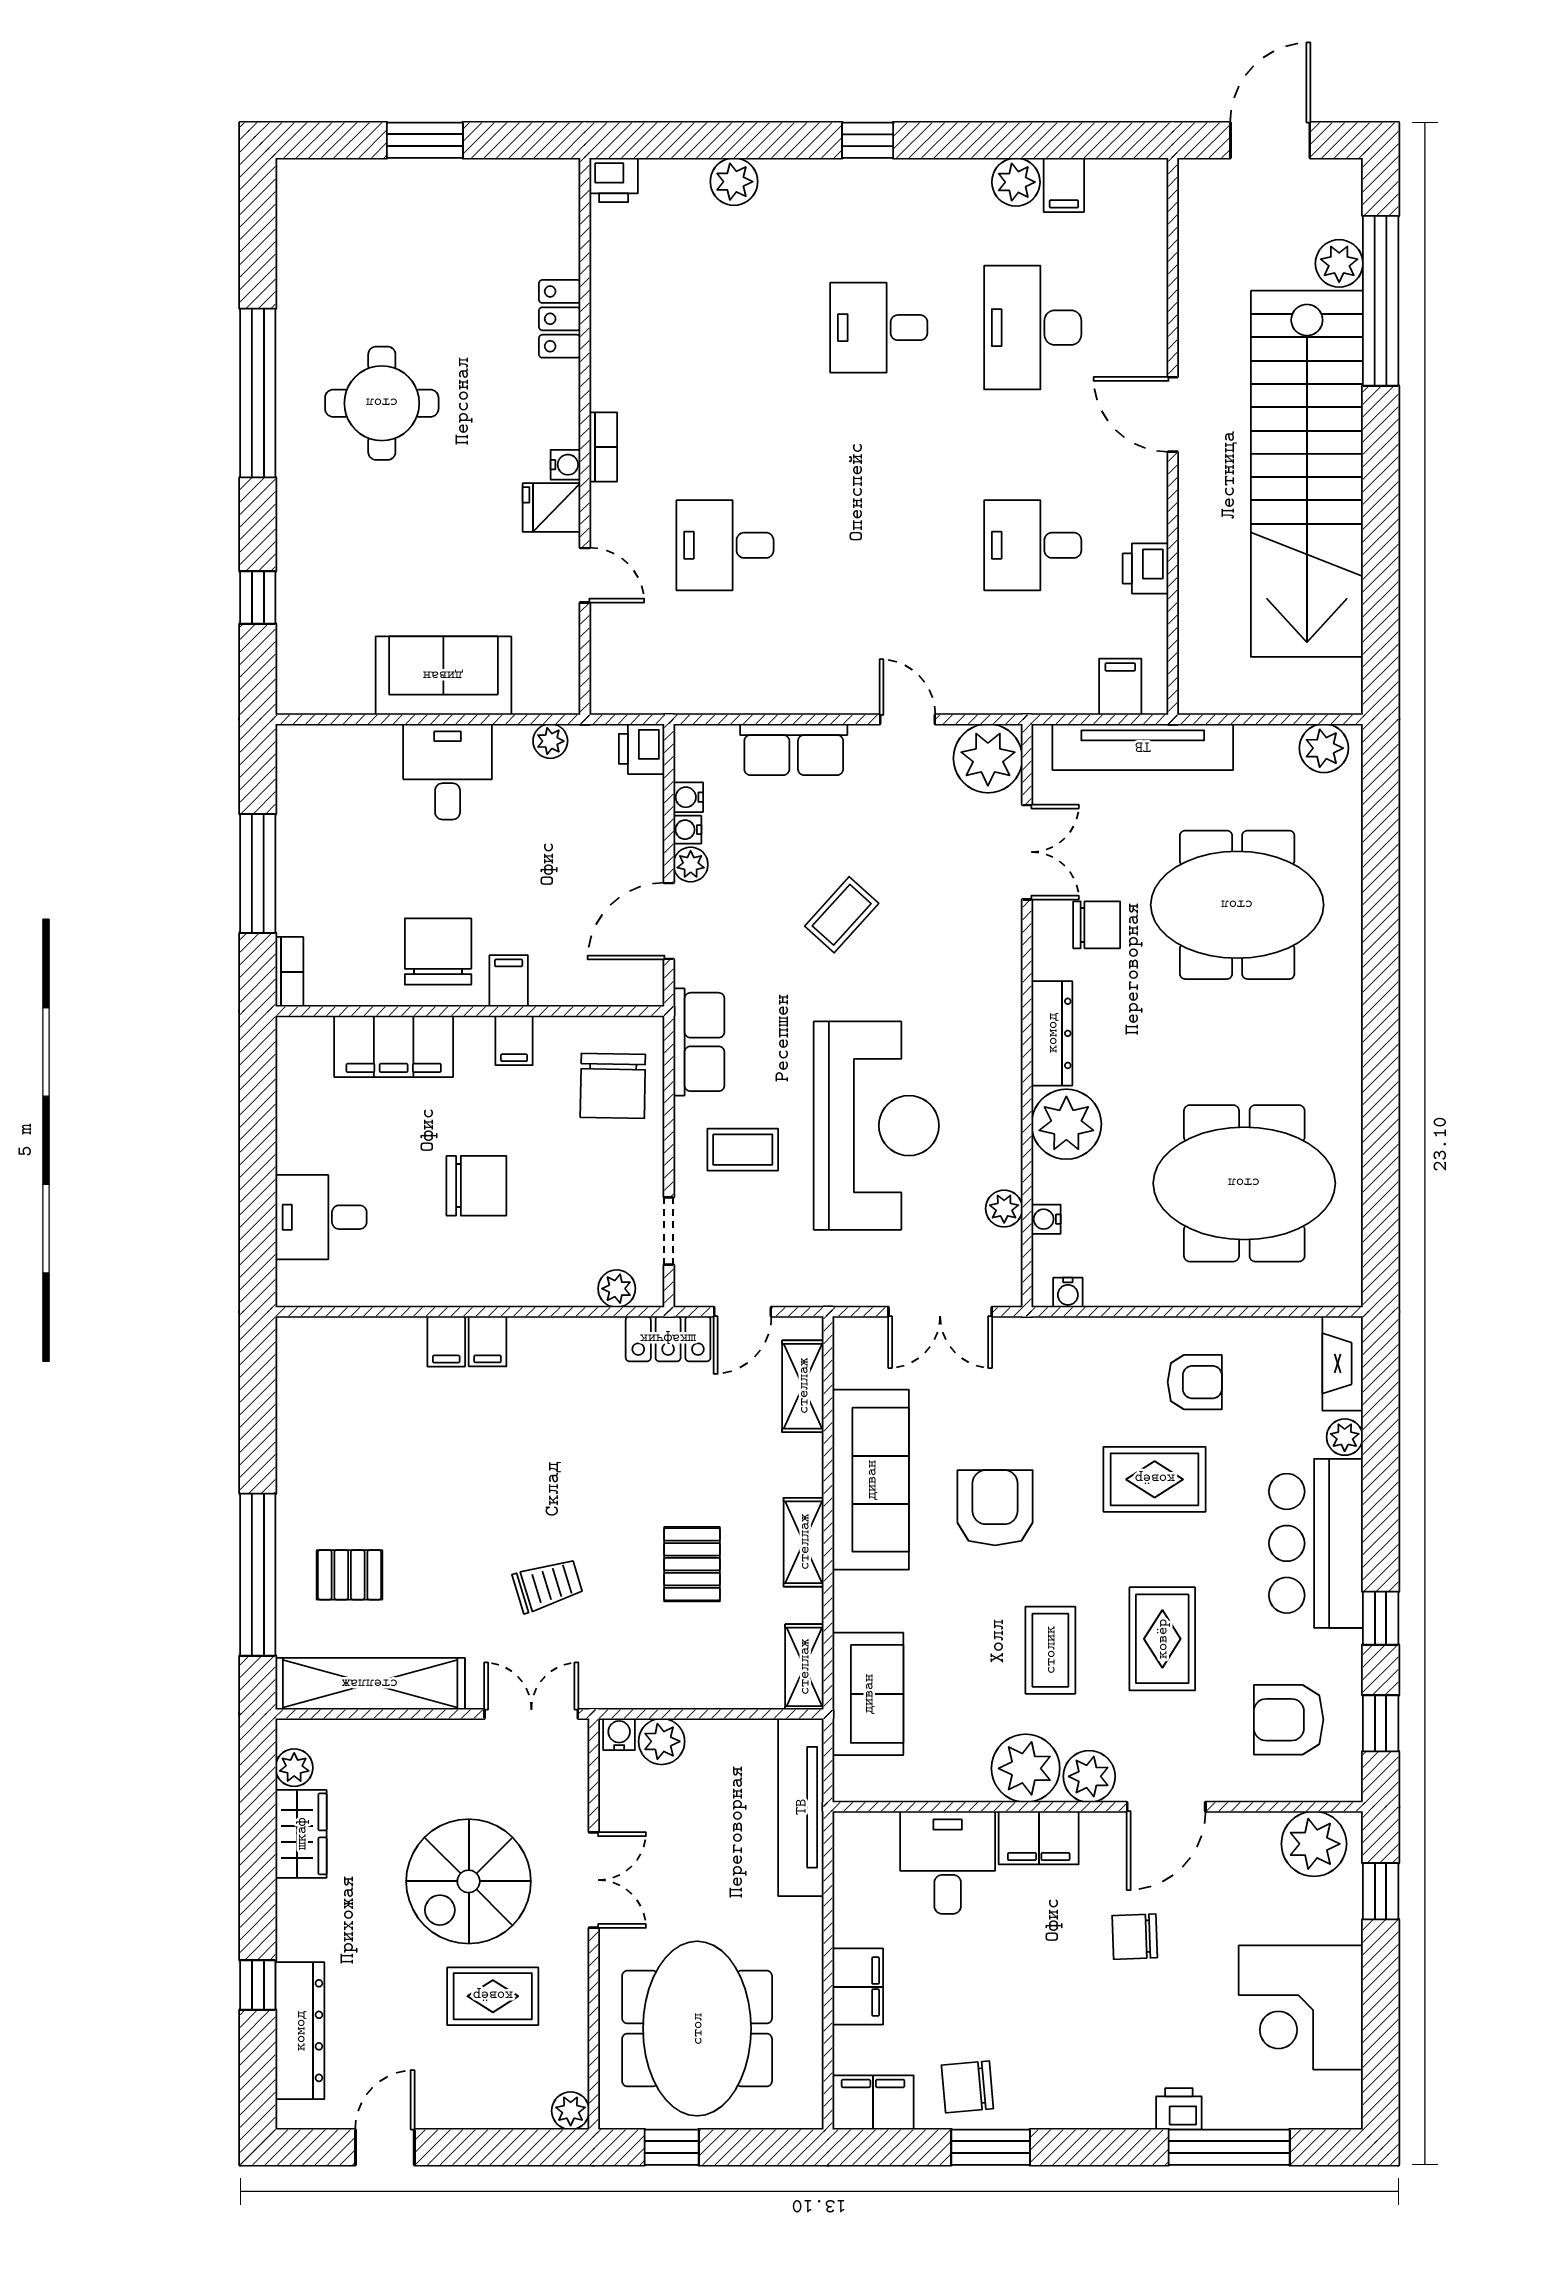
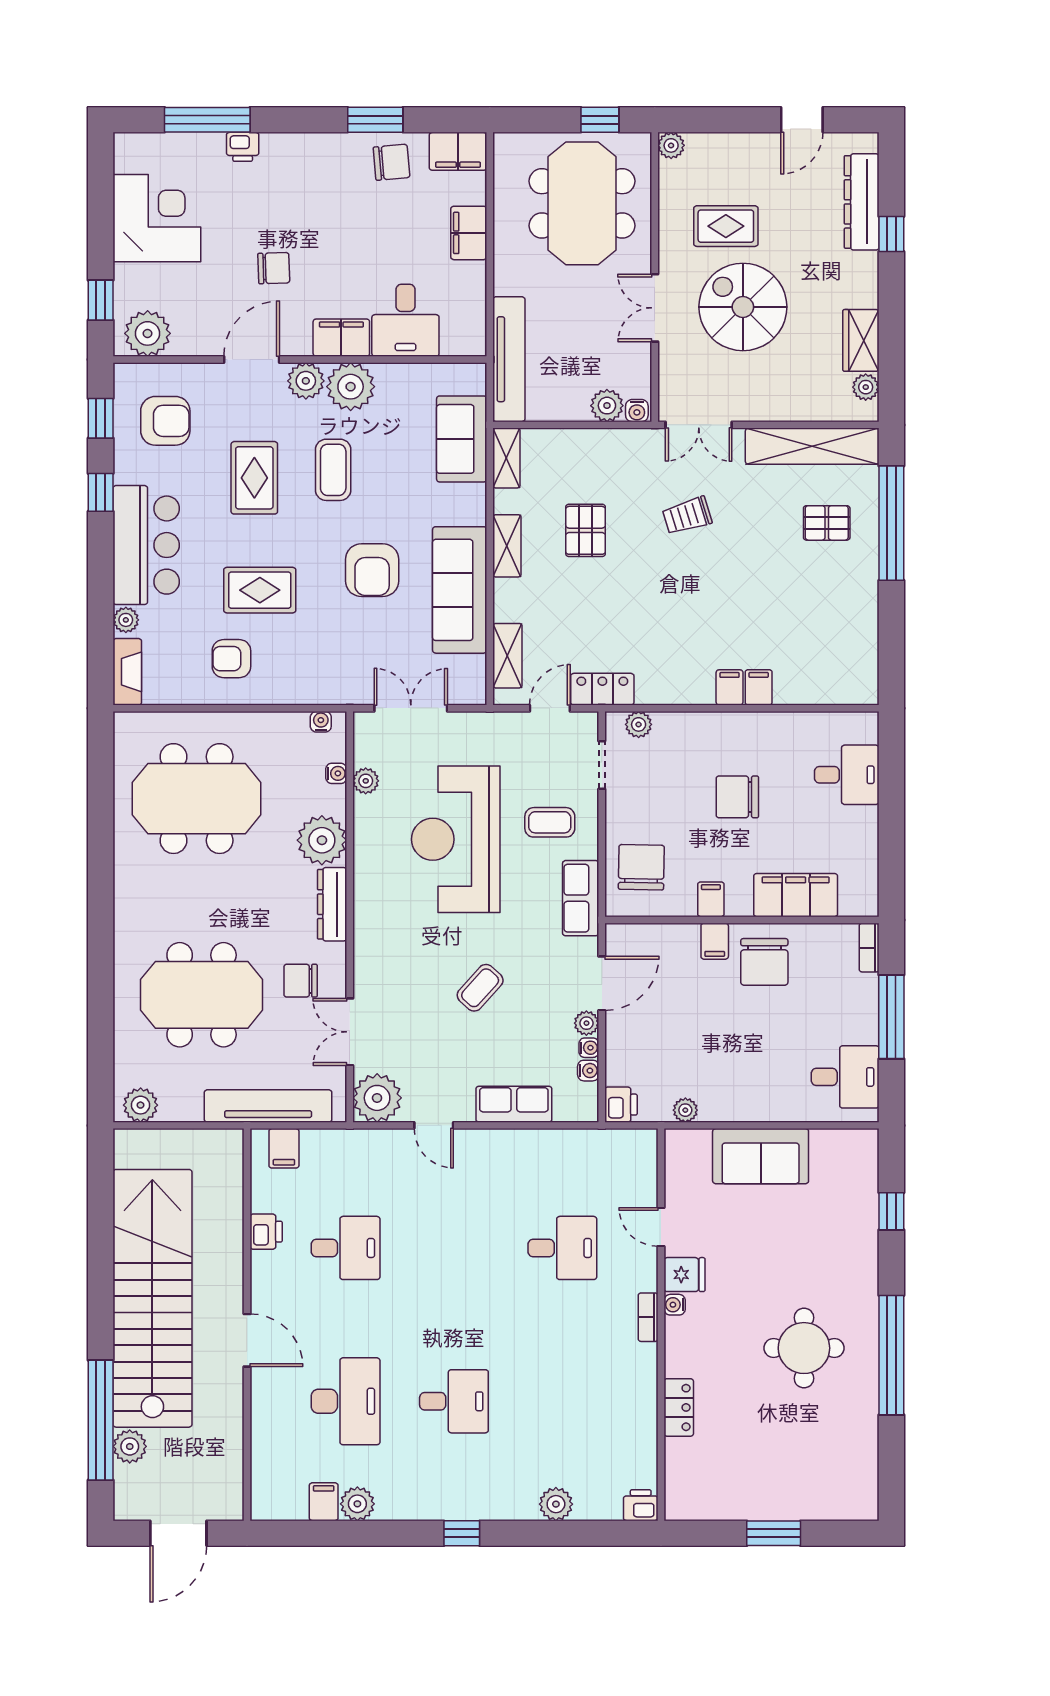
desk: (448, 772) -> (845, 1077), moved, turned -90
spiral stairs: (469, 1881) -> (743, 307), turned -90

